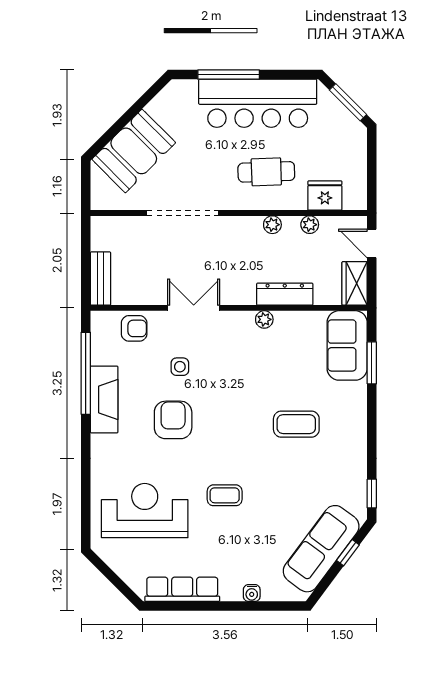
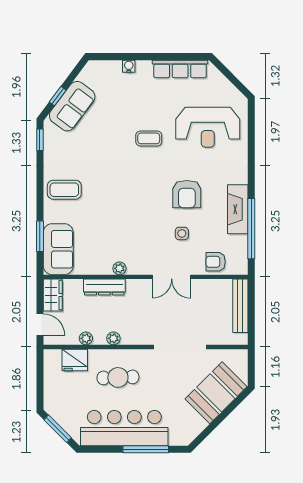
bench: (101, 279) -> (240, 306), width x1.36
coffee table: (296, 424) -> (64, 190), moved
sofa: (321, 549) -> (72, 106), width x0.73

